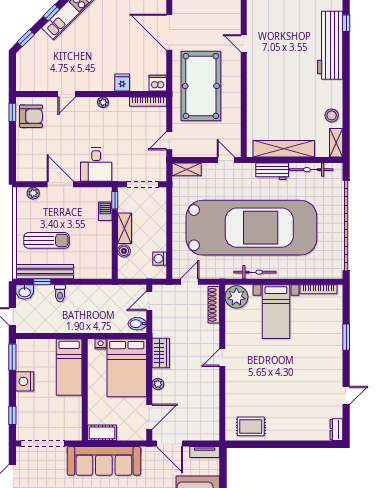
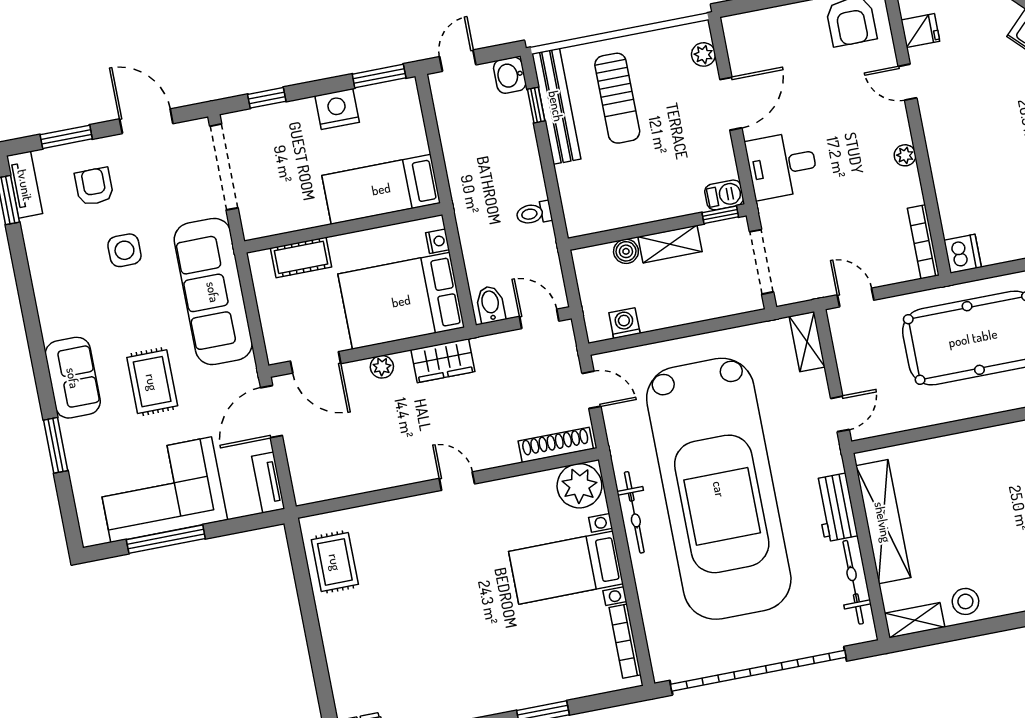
fridge: (122, 83) -> (920, 31), moved
barbecue: (105, 211) -> (724, 195), moved
toilet: (60, 293) -> (534, 213), moved
cot: (102, 433) -> (301, 257), moved, turned 90

